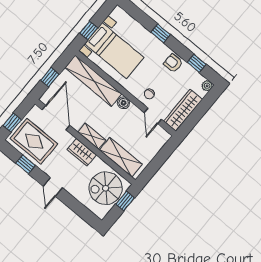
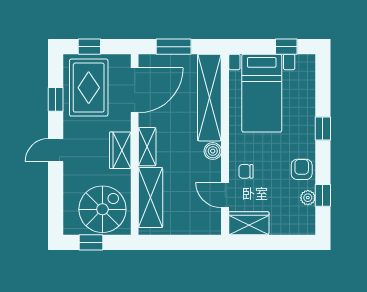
window: (89, 30) -> (286, 47), moved
window: (50, 77) -> (174, 47), width x1.50
plant: (207, 86) -> (308, 198), moved
wardrobe: (183, 110) -> (249, 223), width x0.67
door: (153, 116) -> (225, 195), hinge flipped
spiral stairs: (106, 188) -> (102, 209), turned 90
window: (125, 201) -> (91, 242), moved

